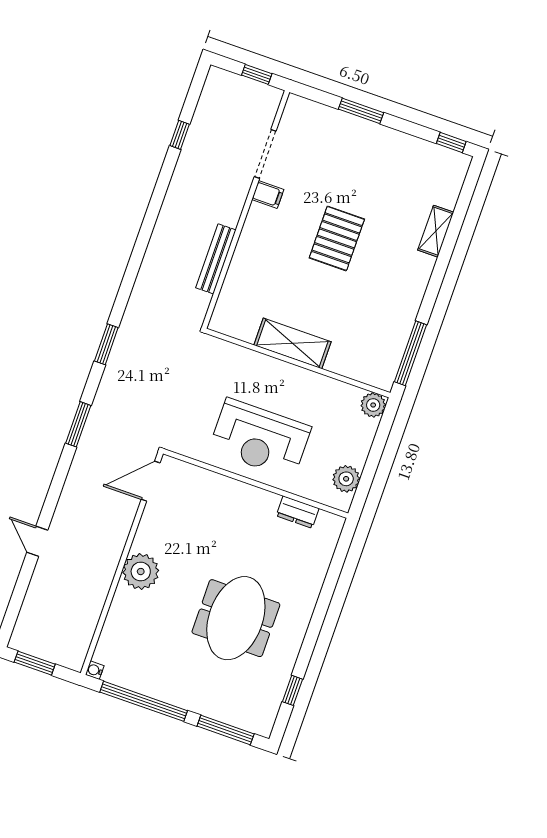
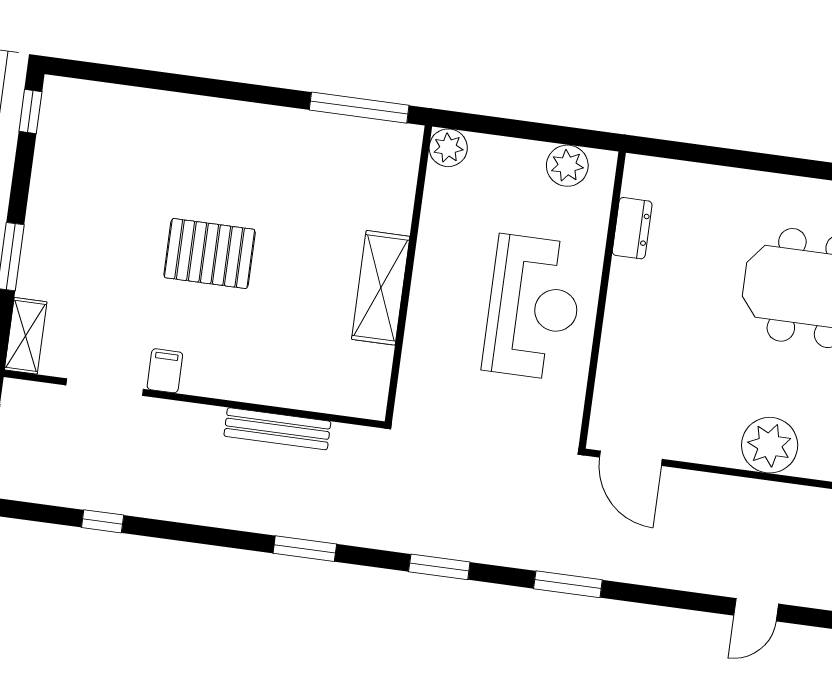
shelving: (436, 231) -> (26, 336), moved, turned 90
window: (136, 261) -> (305, 549), added

